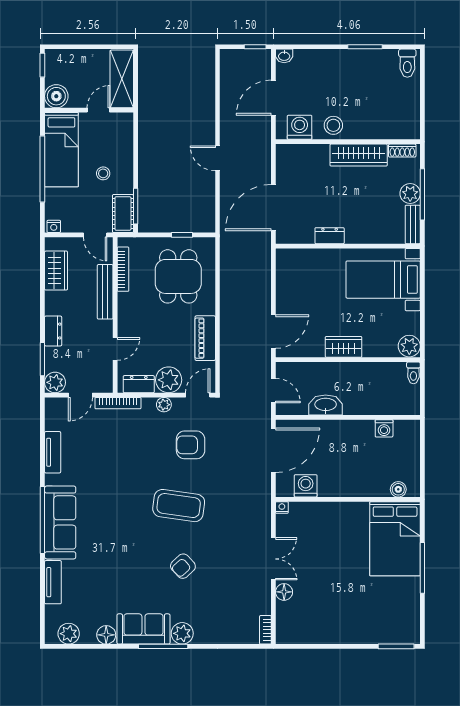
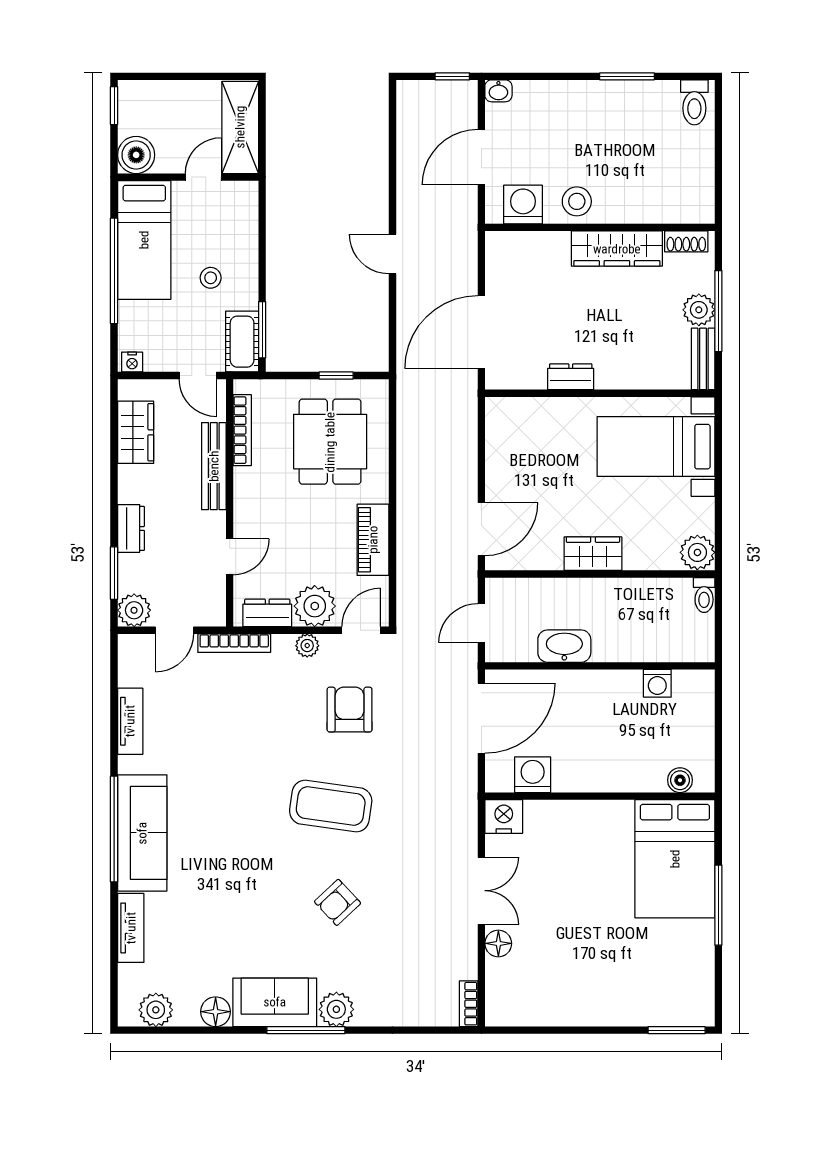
door: (273, 391) -> (481, 623), swing flipped
armchair: (191, 445) -> (350, 710), turned 90
nightstand: (282, 507) -> (504, 817), width x1.89, depth x1.79

